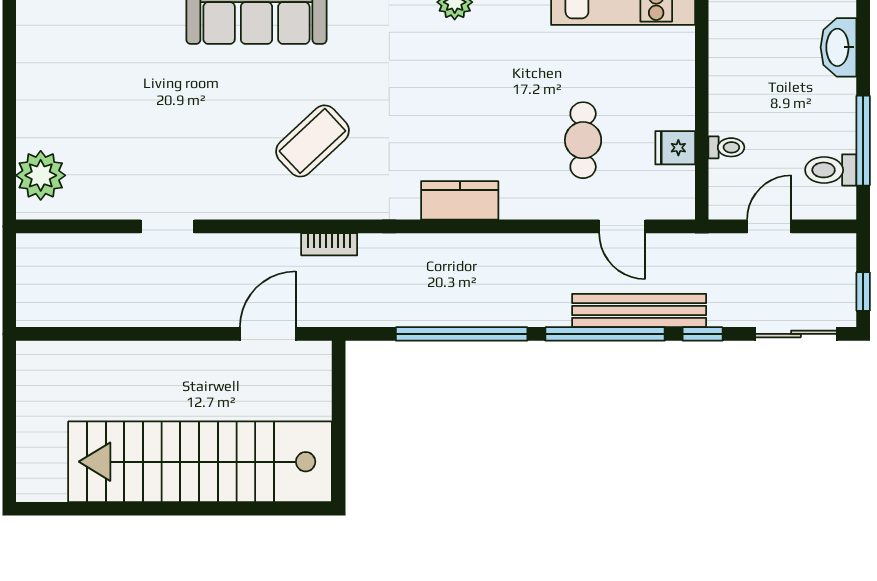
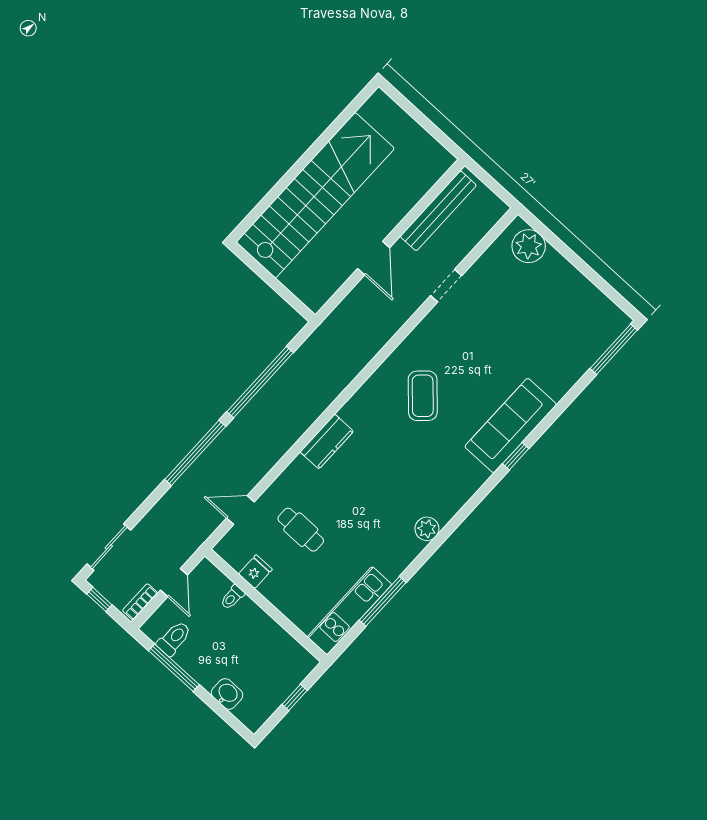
washbasin: (838, 47) -> (227, 694), width x0.72
bookcase: (329, 244) -> (140, 602), moved
bench: (639, 311) -> (438, 211), moved
door: (268, 334) -> (374, 258), moved
window: (703, 334) -> (151, 501), removed

